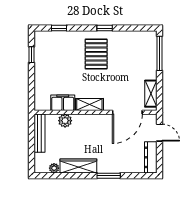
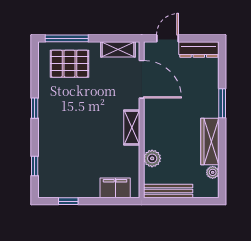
pallet: (96, 54) -> (70, 64), moved
filing cabinet: (63, 103) -> (115, 188), moved, turned 90

